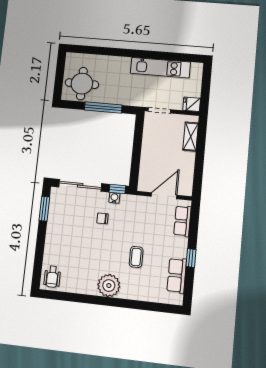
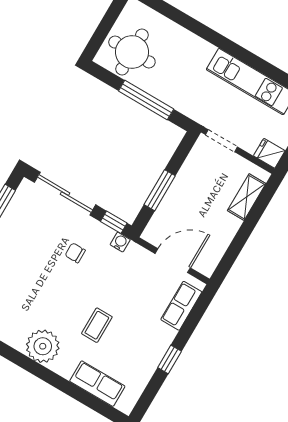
window: (136, 157) -> (160, 190), added
water cooler: (114, 198) -> (120, 242), moved
row of seats: (177, 276) -> (97, 384), moved, turned 90

